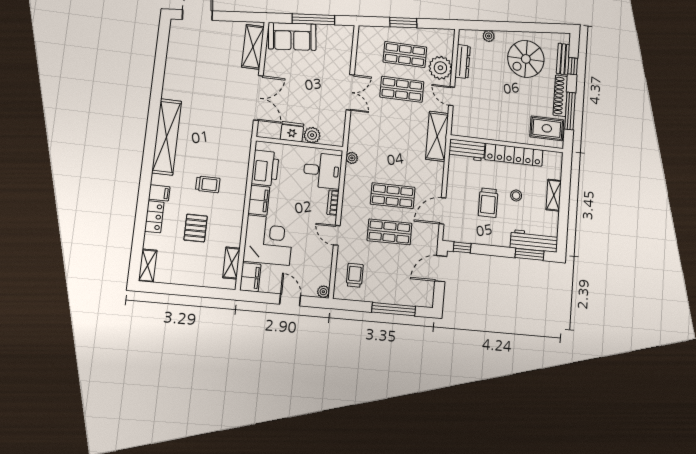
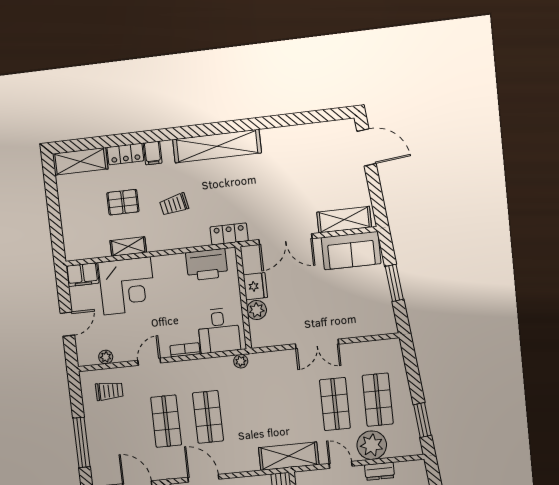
window: (313, 19) -> (394, 283), width x0.69
window: (403, 23) -> (422, 420), moved
sofa: (292, 36) -> (351, 251), moved, turned -84
dresser: (463, 62) -> (380, 471), width x0.70
door: (452, 96) -> (341, 465), hinge flipped
locker: (243, 144) -> (229, 234), added
trolley: (208, 184) -> (174, 204), turned 78
filing cabinet: (259, 200) -> (169, 265), removed
shelving: (231, 263) -> (128, 246), moved
shelving: (148, 266) -> (80, 161), width x1.50, depth x1.33
plant: (323, 292) -> (106, 357), moved

